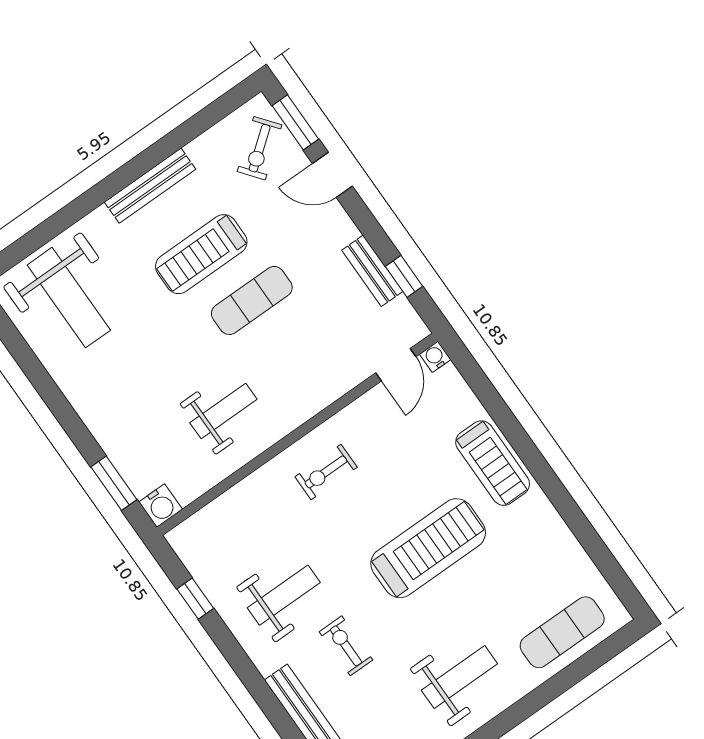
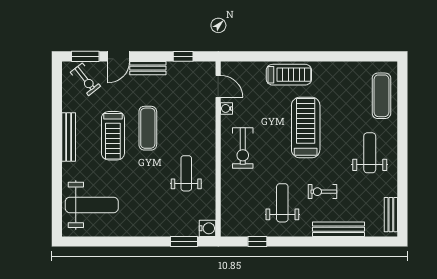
bench: (372, 271) -> (148, 68), moved
water cooler: (435, 357) -> (227, 108), moved
exercise bike: (326, 472) -> (243, 148), width x1.38, depth x1.39

